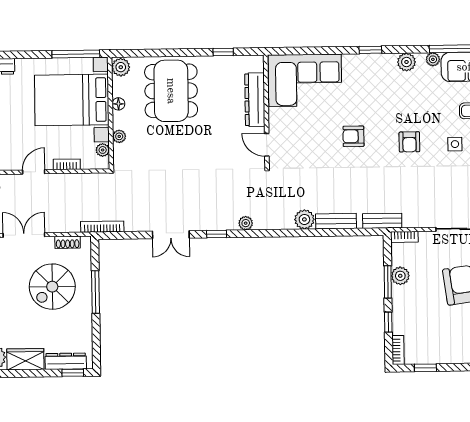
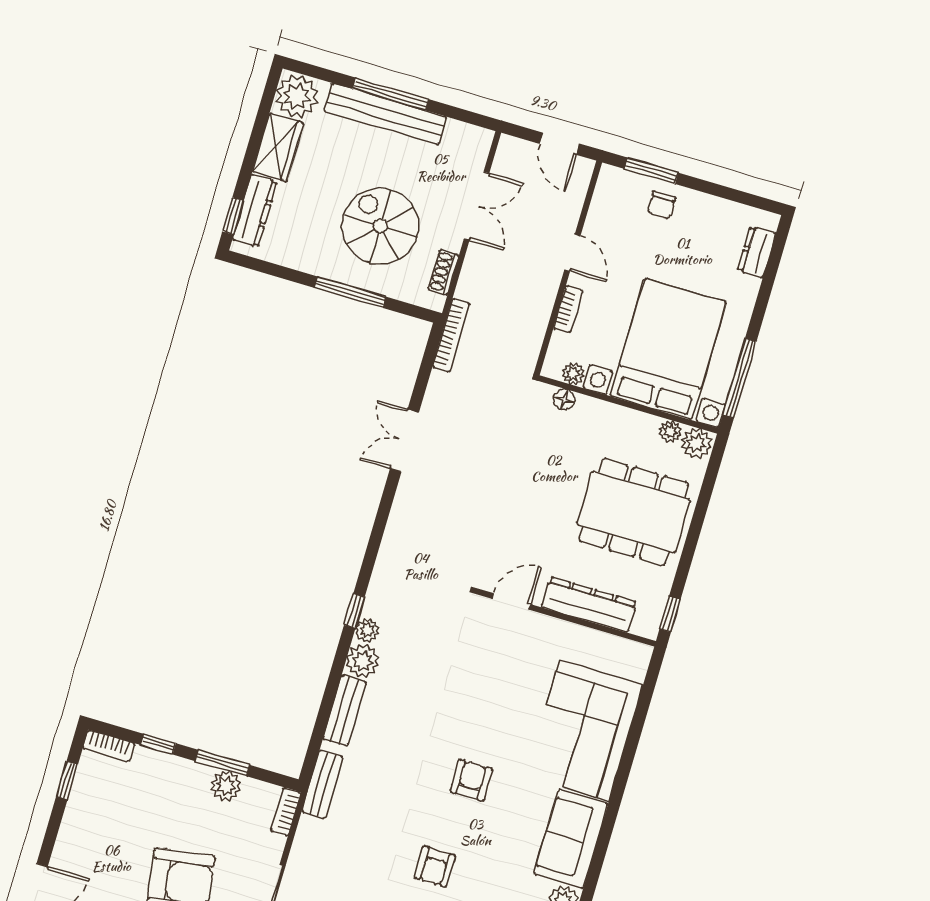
window: (370, 50) -> (601, 850), removed
sofa: (369, 69) -> (571, 839), added
dresser: (255, 100) -> (589, 605), moved
floor lamp: (118, 104) -> (564, 400), moved
wall: (266, 111) -> (566, 617), moved
plant: (119, 136) -> (670, 431), moved
armchair: (409, 142) -> (435, 867), turned -90
door: (267, 145) -> (511, 601), moved
plant: (246, 223) -> (367, 630), moved
window: (217, 234) -> (354, 611), moved

